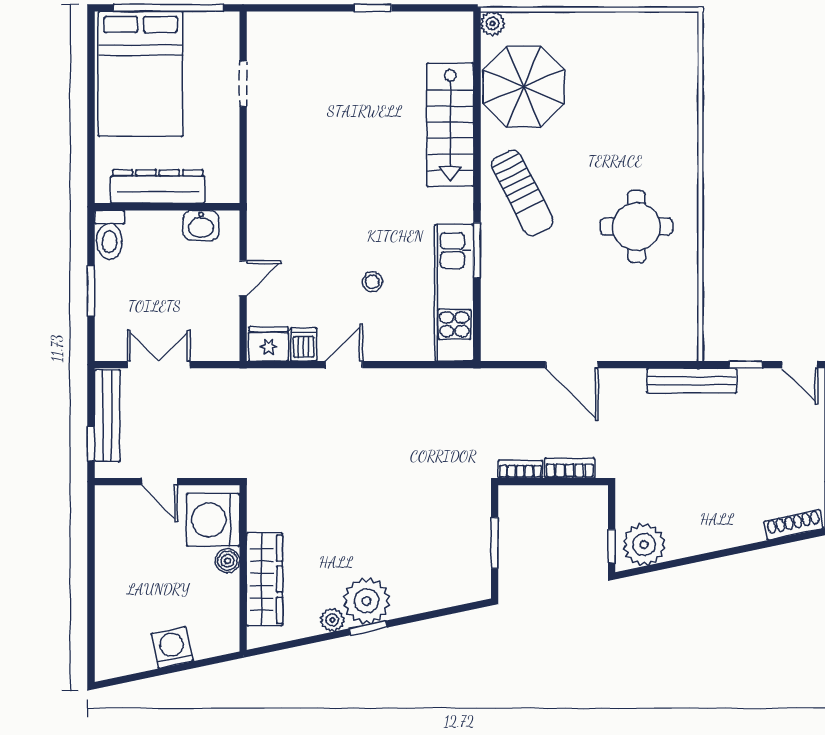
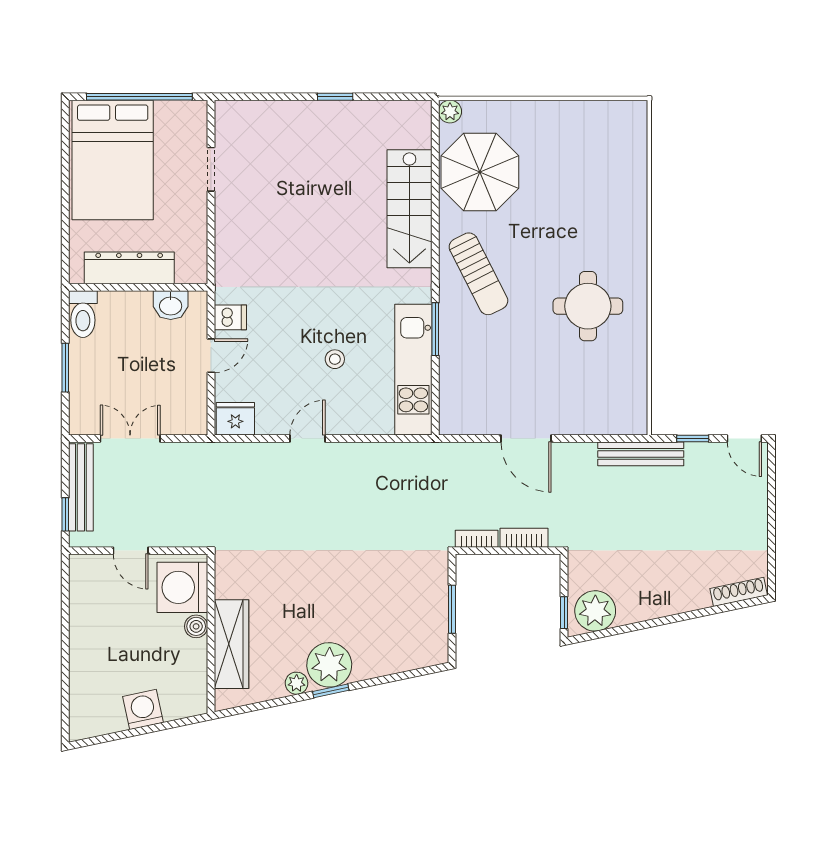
dishwasher: (304, 344) -> (230, 317), moved, turned 90

